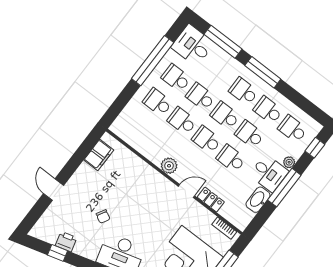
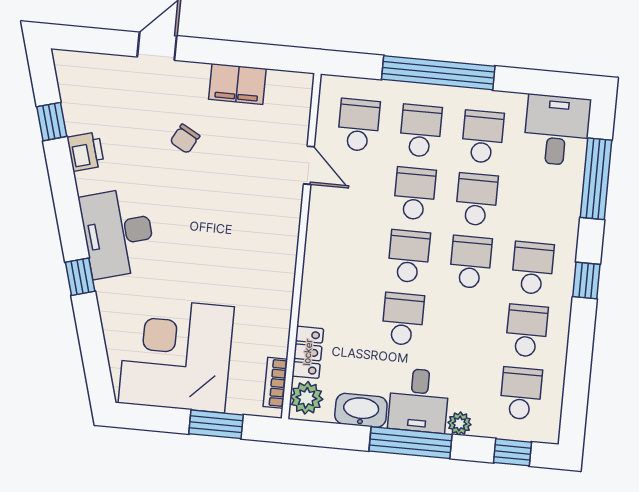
window: (153, 61) -> (438, 73), moved
window: (263, 72) -> (586, 281), width x0.46
school desk: (250, 134) -> (359, 125), moved
filing cabinet: (99, 155) -> (237, 84), moved
plant: (169, 166) -> (306, 398), moved
door: (186, 191) -> (309, 165), moved
locker: (211, 200) -> (308, 352), moved
chair: (103, 216) -> (185, 139), moved
printer: (66, 242) -> (86, 152), moved

